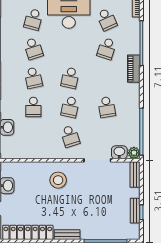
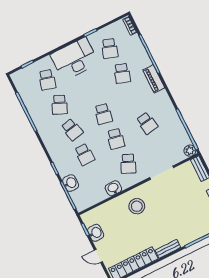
school desk: (107, 19) -> (110, 48), turned 42
school desk: (33, 49) -> (60, 105), turned 42
school desk: (70, 136) -> (128, 164), turned 42
washbasin: (119, 152) -> (113, 188), moved

